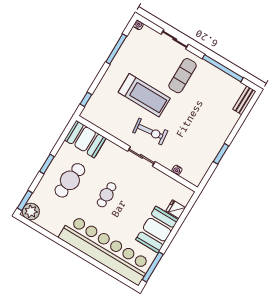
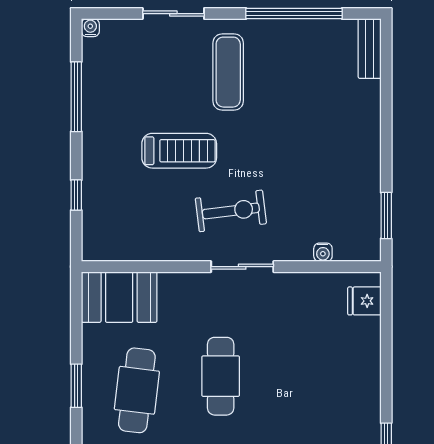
treadmill: (144, 95) -> (179, 151), width x0.73, depth x0.73
window: (86, 99) -> (76, 195), moved
window: (221, 154) -> (386, 215), moved
cafe table: (107, 195) -> (221, 376), width x1.37, depth x1.35
fridge: (176, 209) -> (364, 301), moved
booth: (157, 230) -> (352, 384), removed

